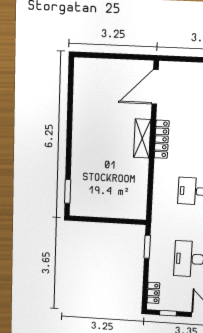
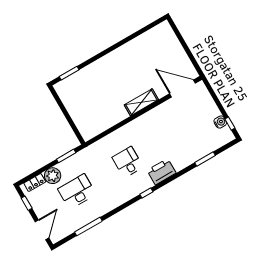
locker: (162, 139) -> (150, 116), removed
plant: (158, 272) -> (53, 176), added

